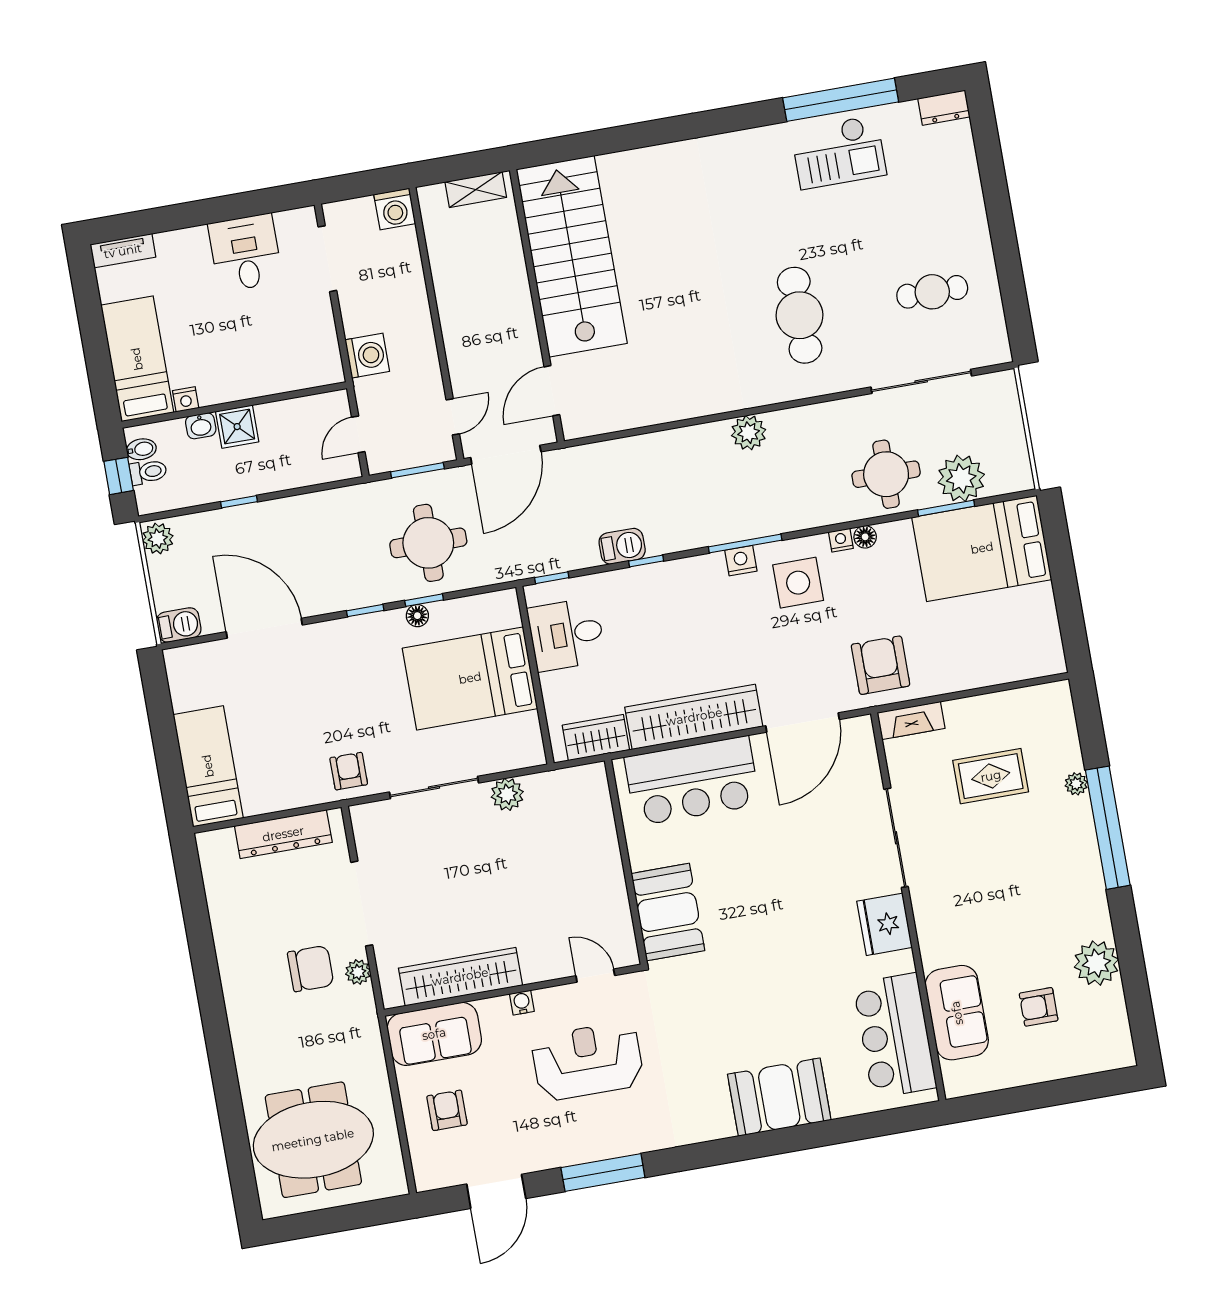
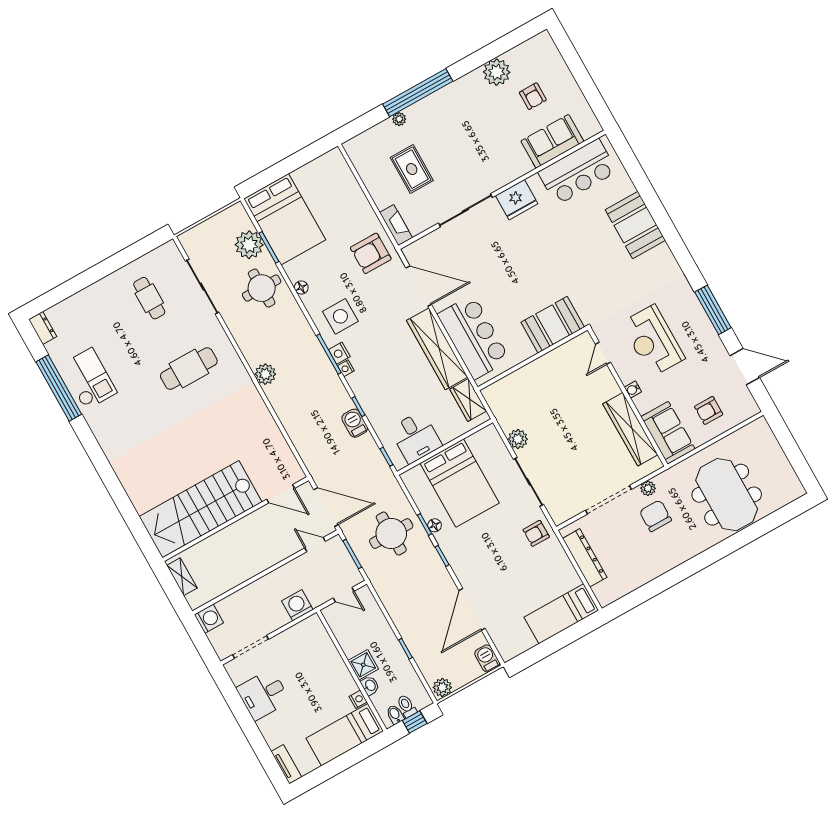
nightstand: (841, 540) -> (346, 368), moved
meeting table: (313, 1140) -> (727, 495), moved

